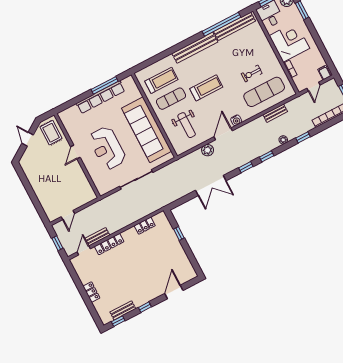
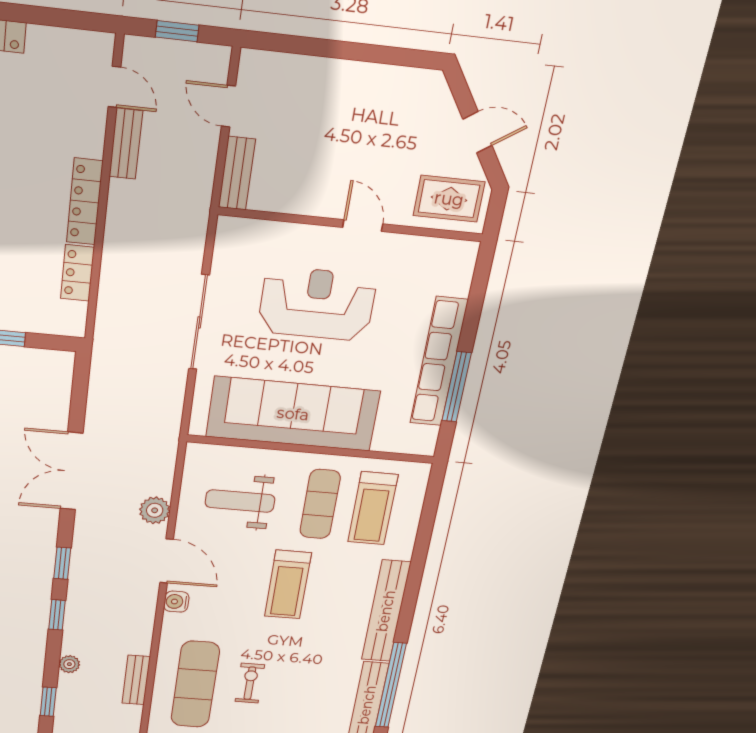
bench: (85, 199) -> (237, 173), added
locker: (109, 244) -> (85, 202), moved

